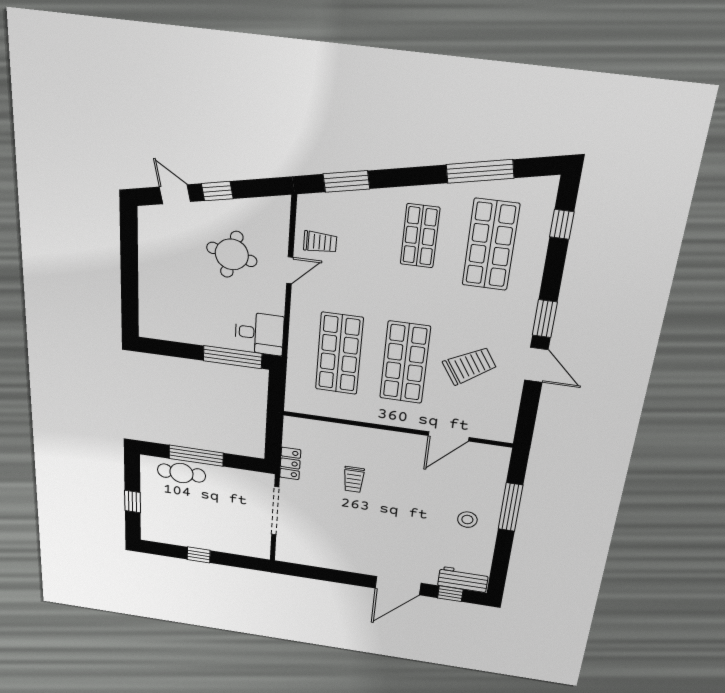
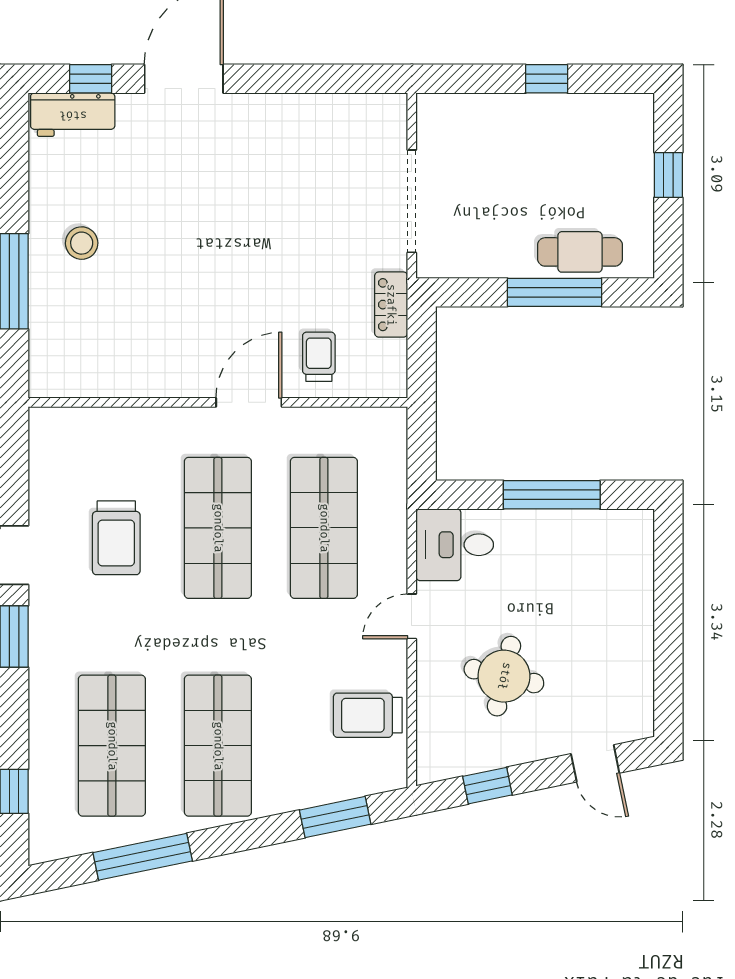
window: (217, 191) -> (487, 786), moved
shop shelf: (420, 236) -> (218, 746), width x1.43, depth x1.36
trolley: (320, 242) -> (368, 715), width x1.36, depth x1.39
door: (290, 270) -> (412, 616), moved
window: (232, 357) -> (552, 495), moved
trolley: (470, 366) -> (116, 538), turned -58
door: (449, 436) -> (249, 402), moved
trolley: (354, 479) -> (319, 357), moved

